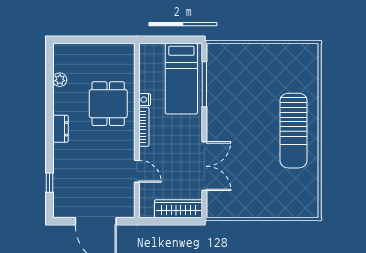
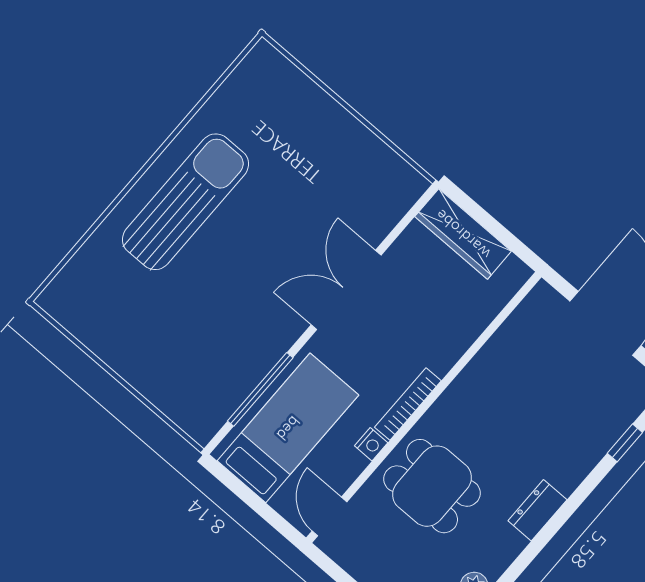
dining table: (108, 104) -> (432, 486), turned 90
double door: (204, 166) -> (346, 290), moved
door: (137, 171) -> (330, 516), moved

